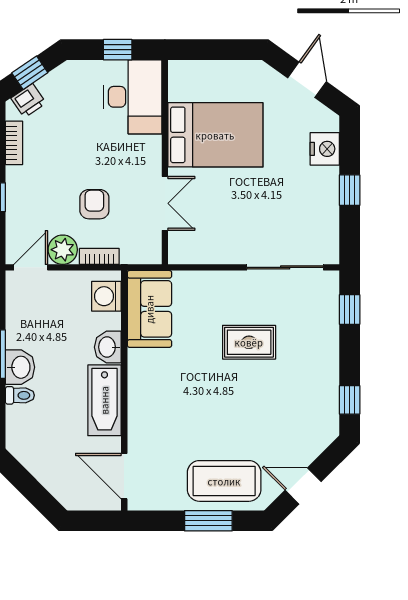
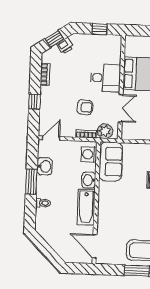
desk: (133, 97) -> (105, 78), moved, width x0.73
printer: (29, 101) -> (65, 46), moved
armchair: (94, 204) -> (85, 107), turned 94
plant: (63, 250) -> (105, 131), moved
washbasin: (20, 367) -> (45, 166), moved

